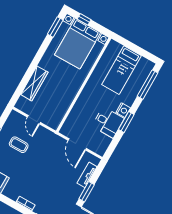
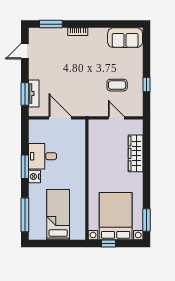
window: (84, 19) -> (109, 243), moved
window: (87, 192) -> (25, 94), moved

